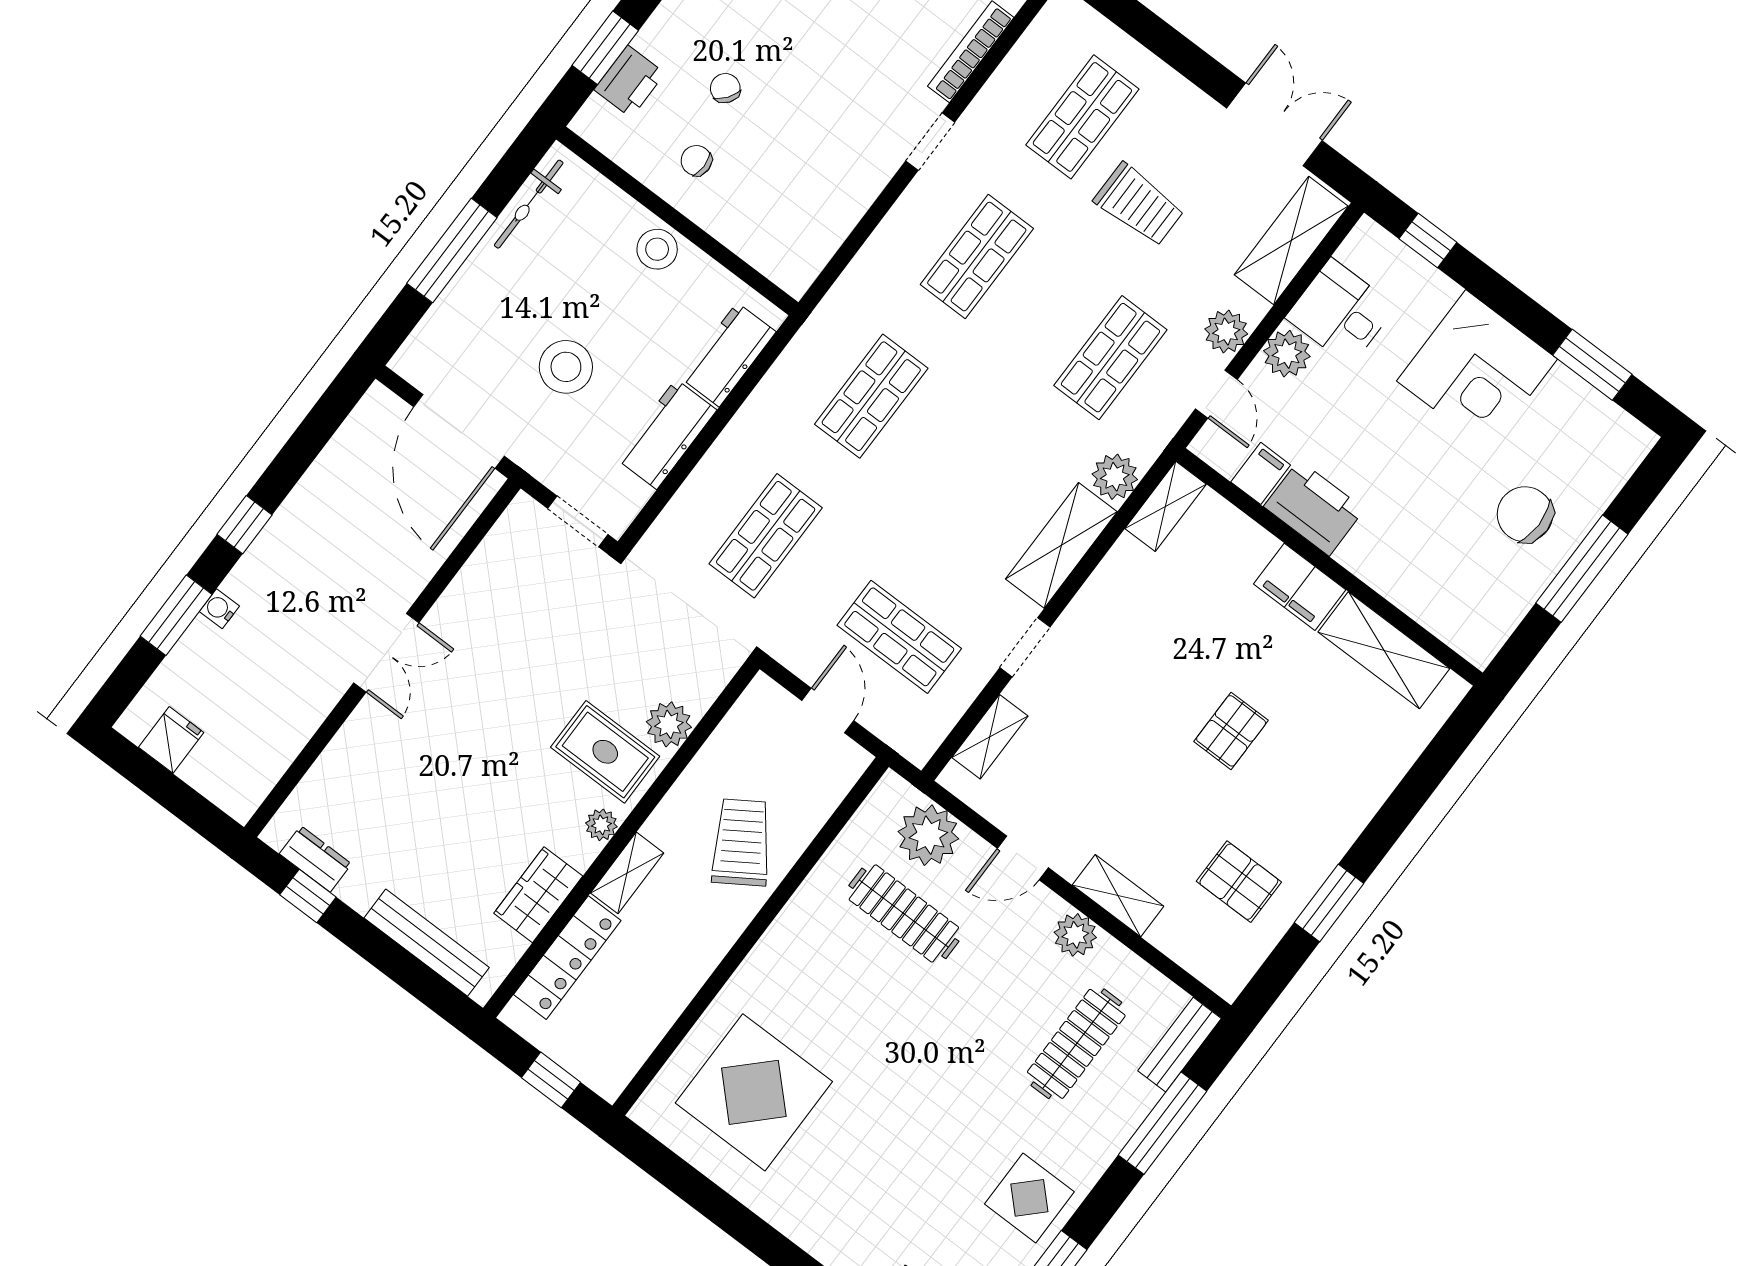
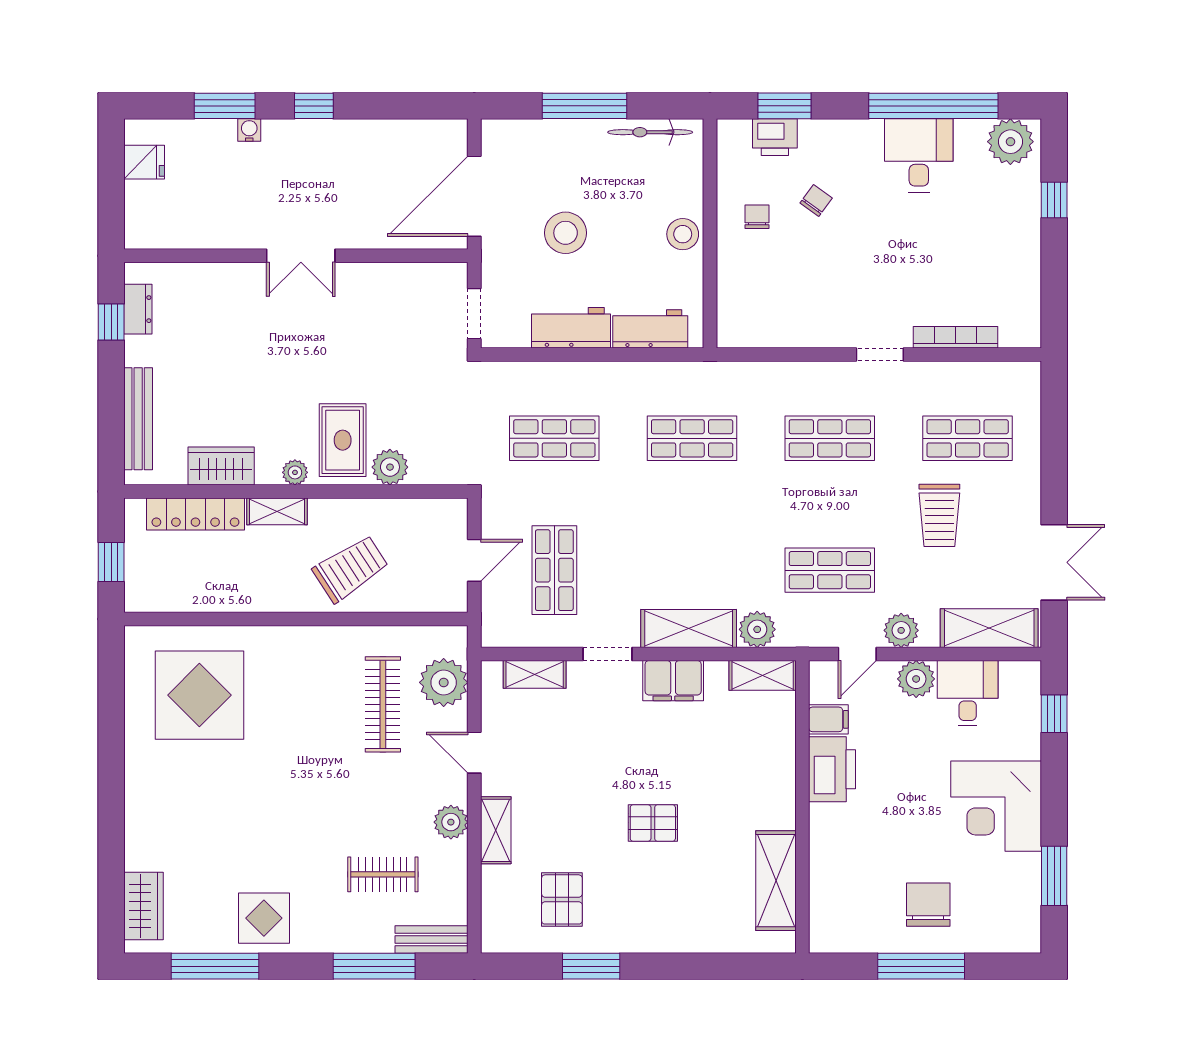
filing cabinet: (1300, 587) -> (673, 681), moved, turned -90
clothes rail: (1076, 1044) -> (383, 874), width x0.73

